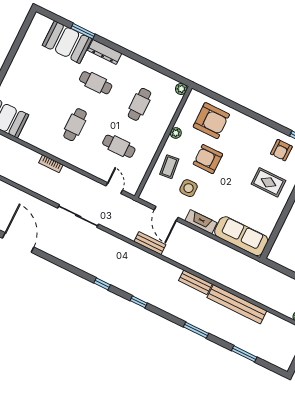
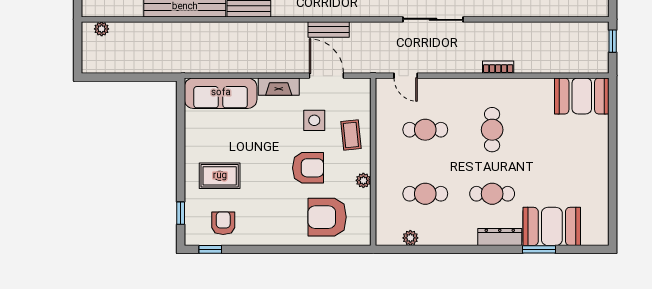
plant: (181, 89) -> (410, 238), moved
cafe table: (139, 104) -> (425, 194), turned 90

